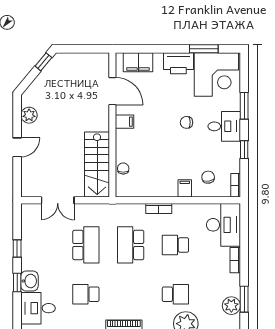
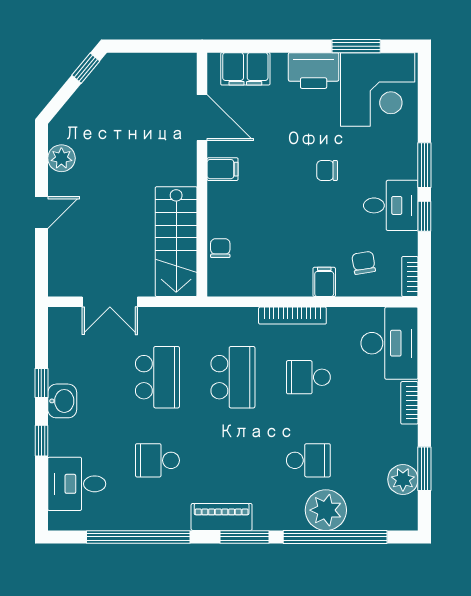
window: (244, 106) -> (424, 165), moved
desk: (224, 126) -> (391, 205), moved
bookcase: (159, 208) -> (292, 316), width x1.56
school desk: (131, 245) -> (233, 377), turned 180
washbasin: (29, 281) -> (62, 401), moved

